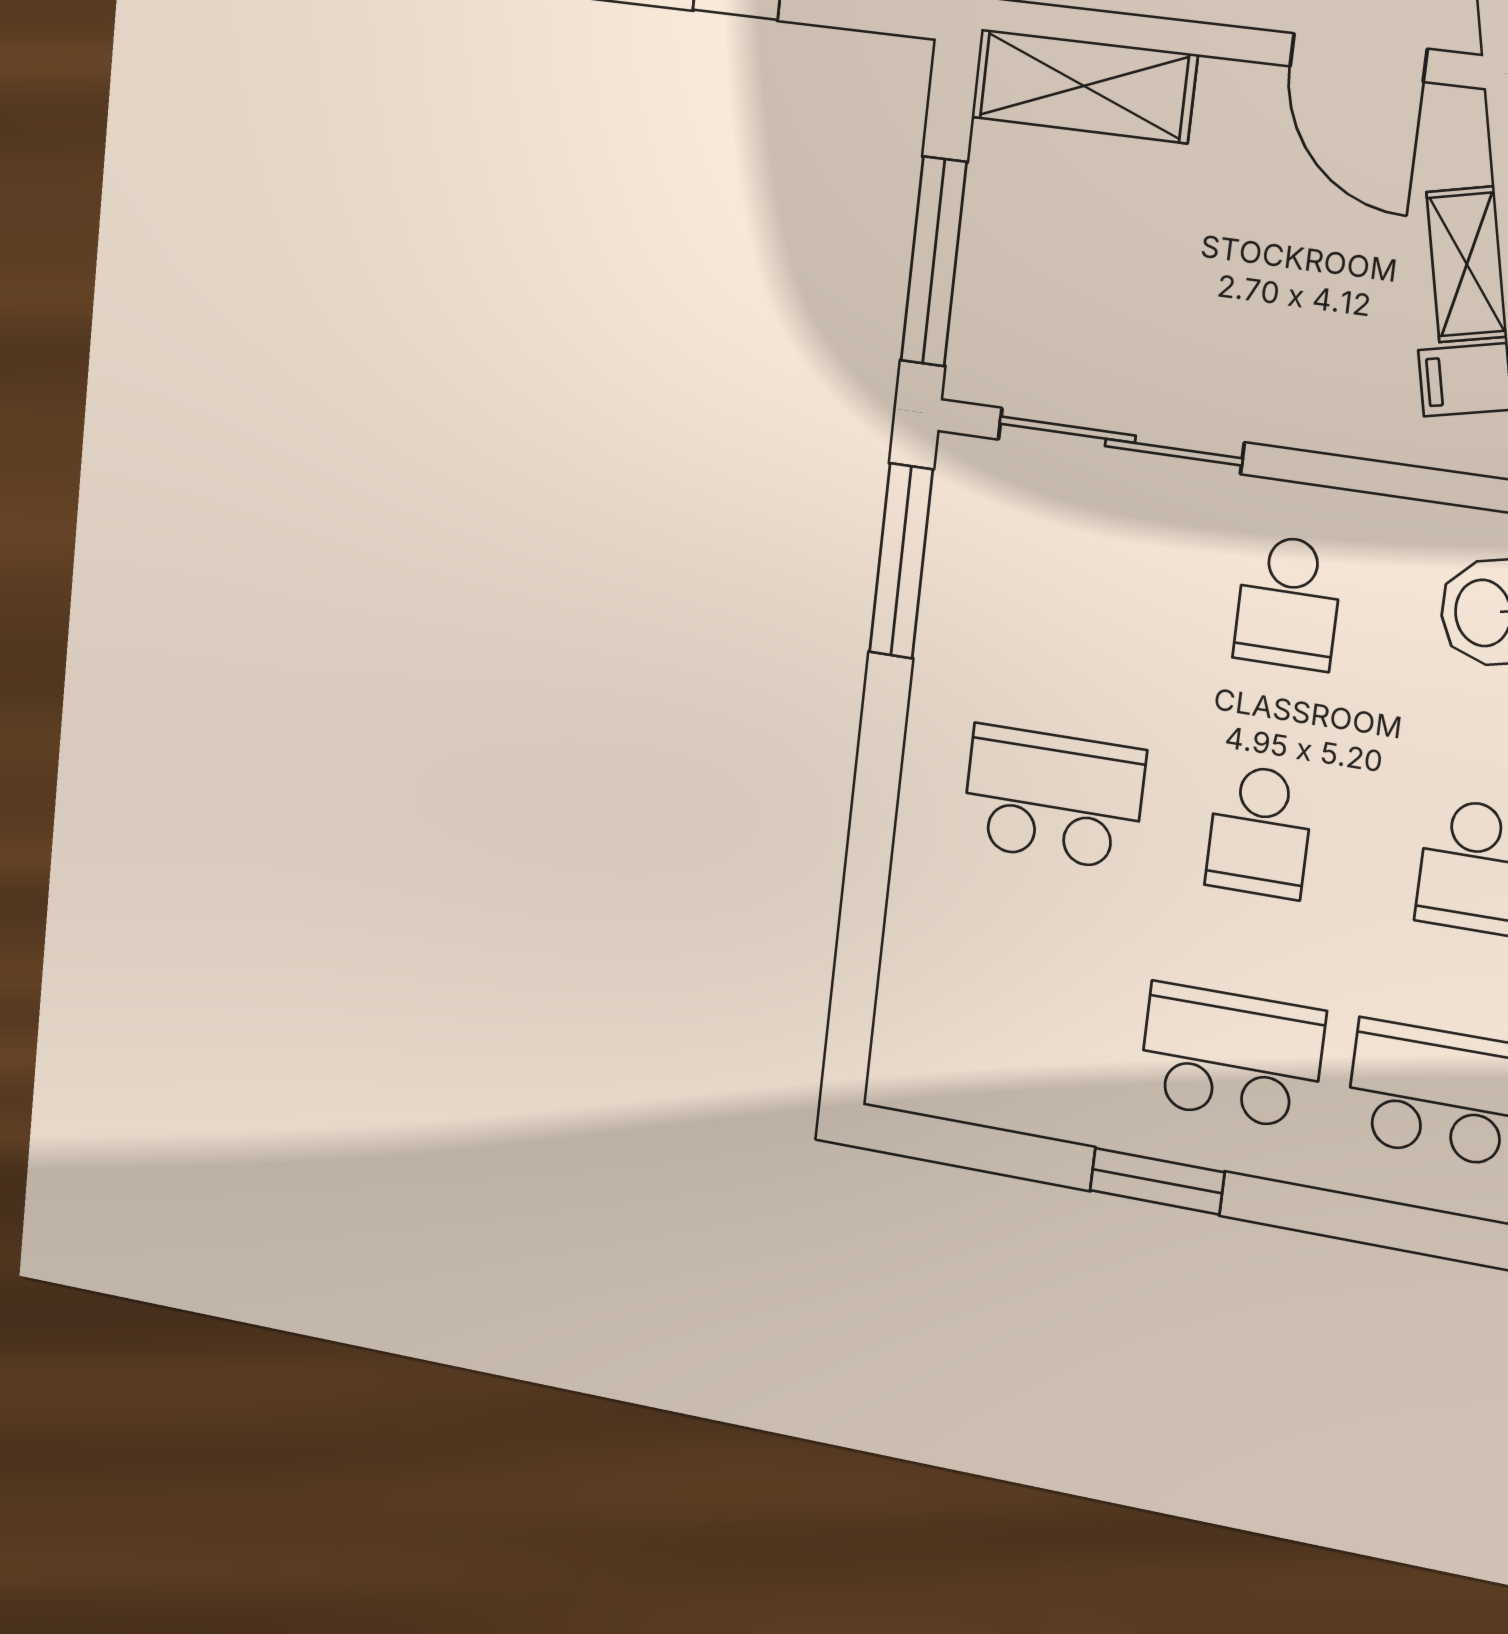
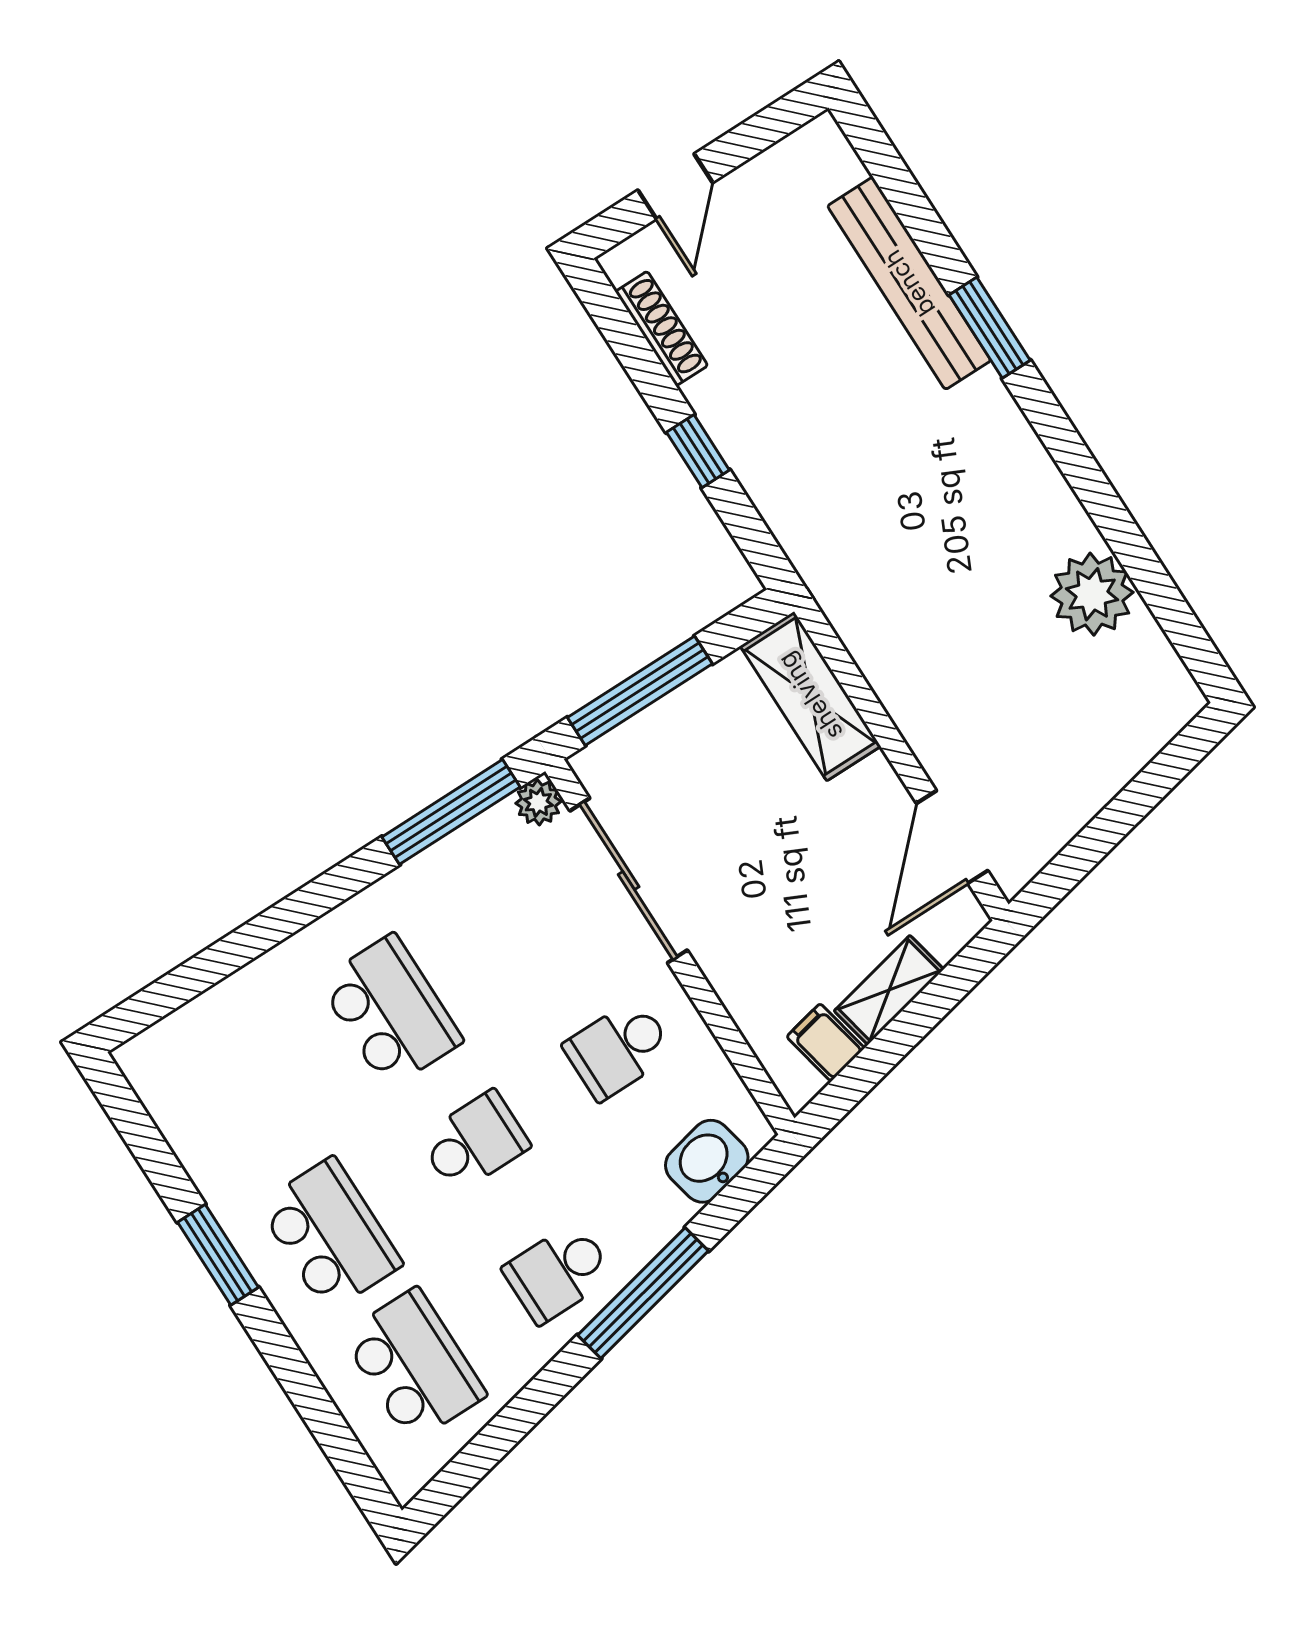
plant: (964, 464) -> (538, 802), added
school desk: (1260, 831) -> (474, 1142), turned 180

